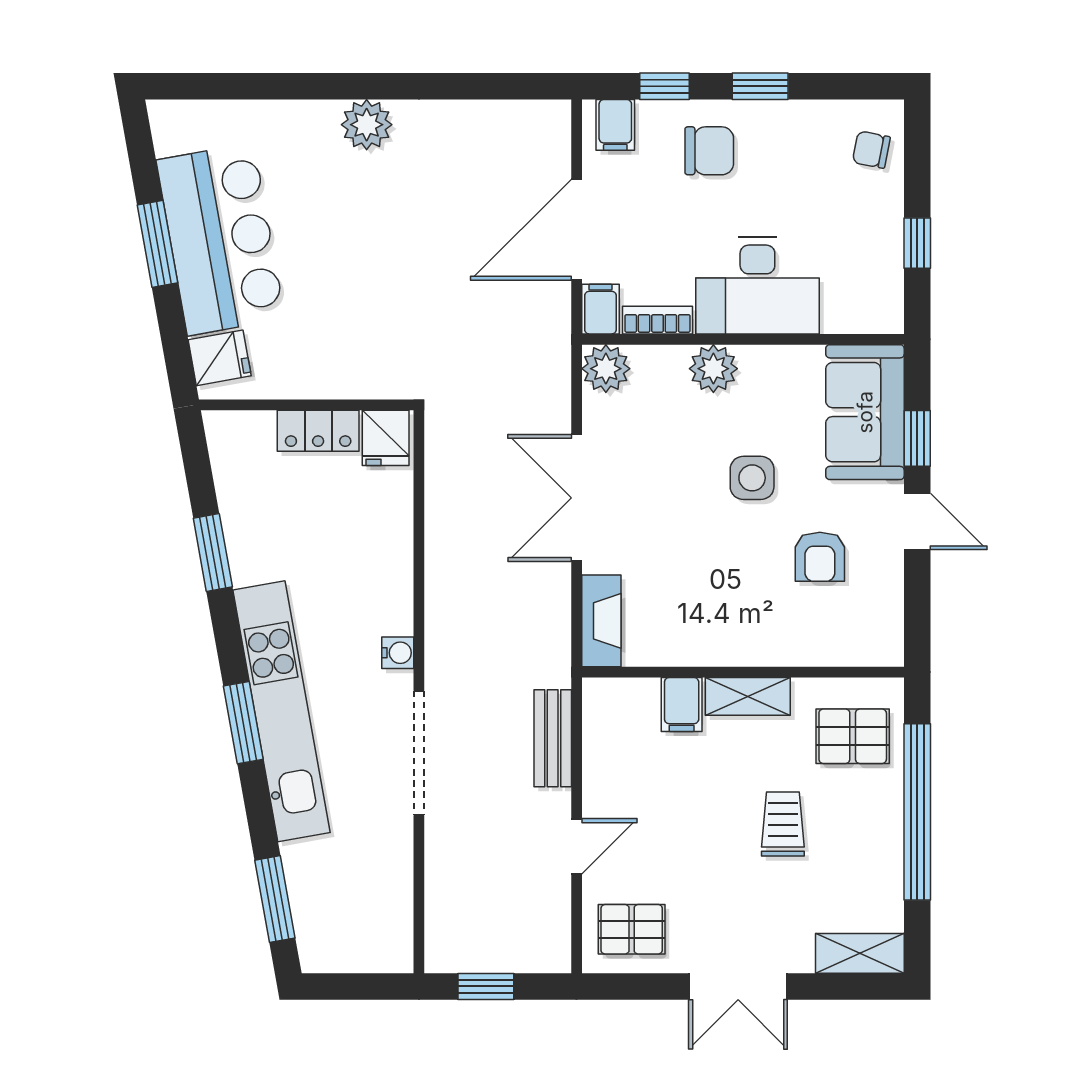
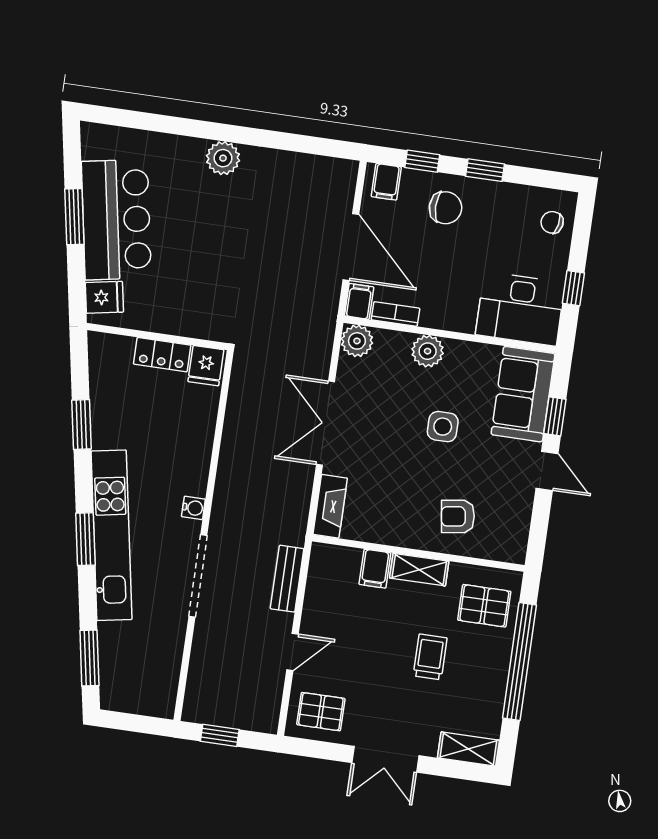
door: (577, 230) -> (351, 247), swing flipped
desk: (757, 286) -> (520, 309), moved
armchair: (820, 557) -> (458, 516), moved, turned 82

